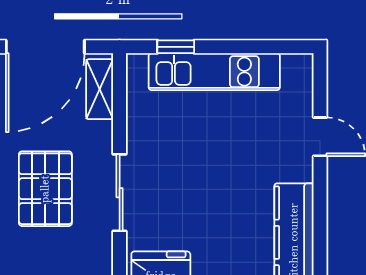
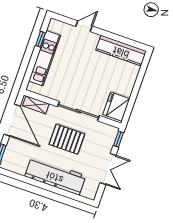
window: (176, 47) -> (40, 39), moved
sliding door: (120, 193) -> (78, 111), width x1.37

